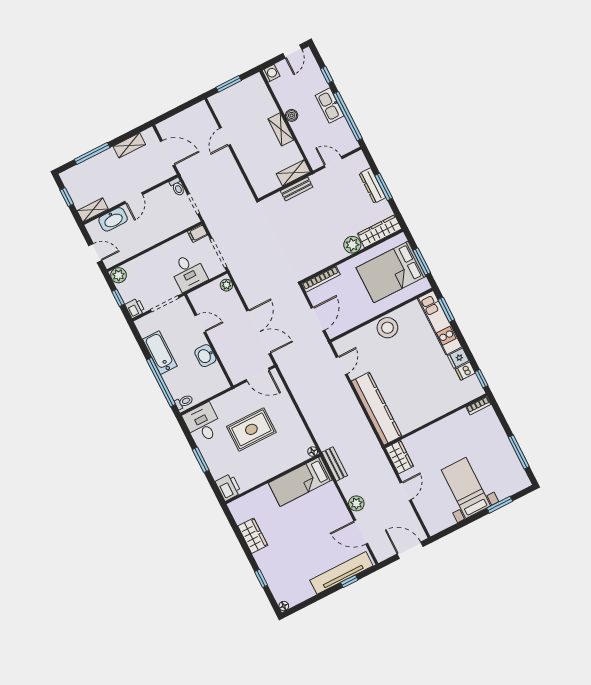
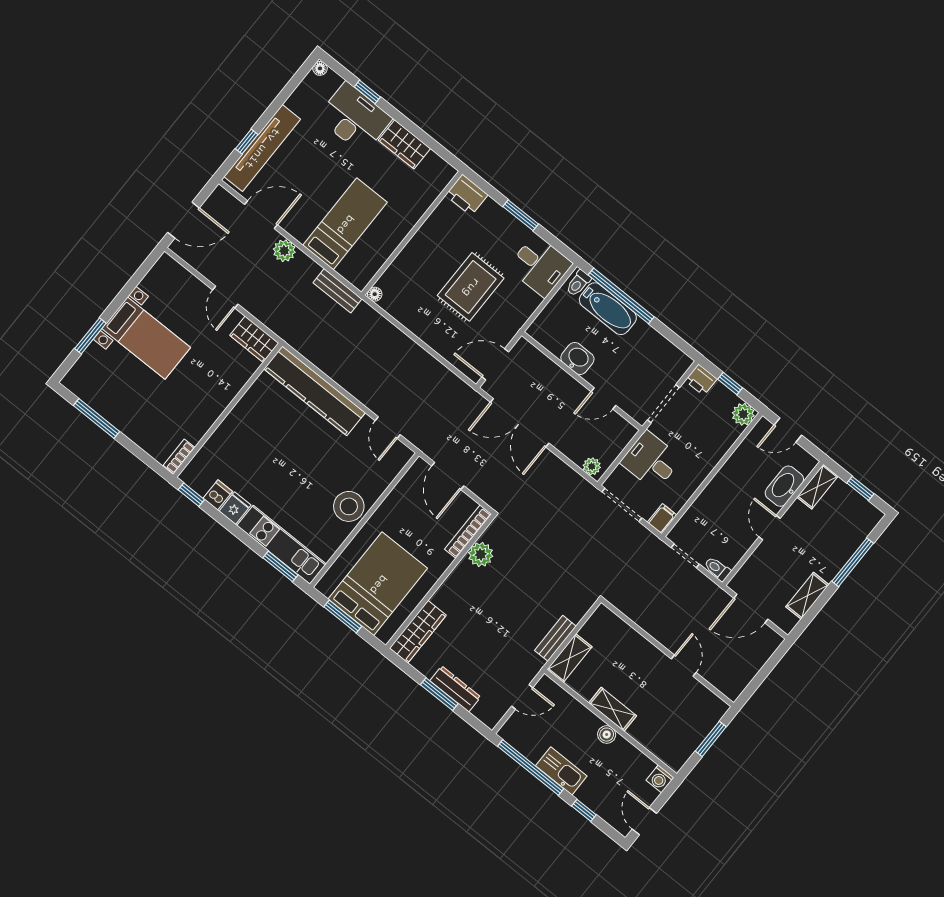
plant: (352, 245) -> (481, 554), moved
bathtub: (160, 353) -> (608, 309), moved
bed: (300, 481) -> (345, 224), moved
desk: (276, 566) -> (355, 118), added

